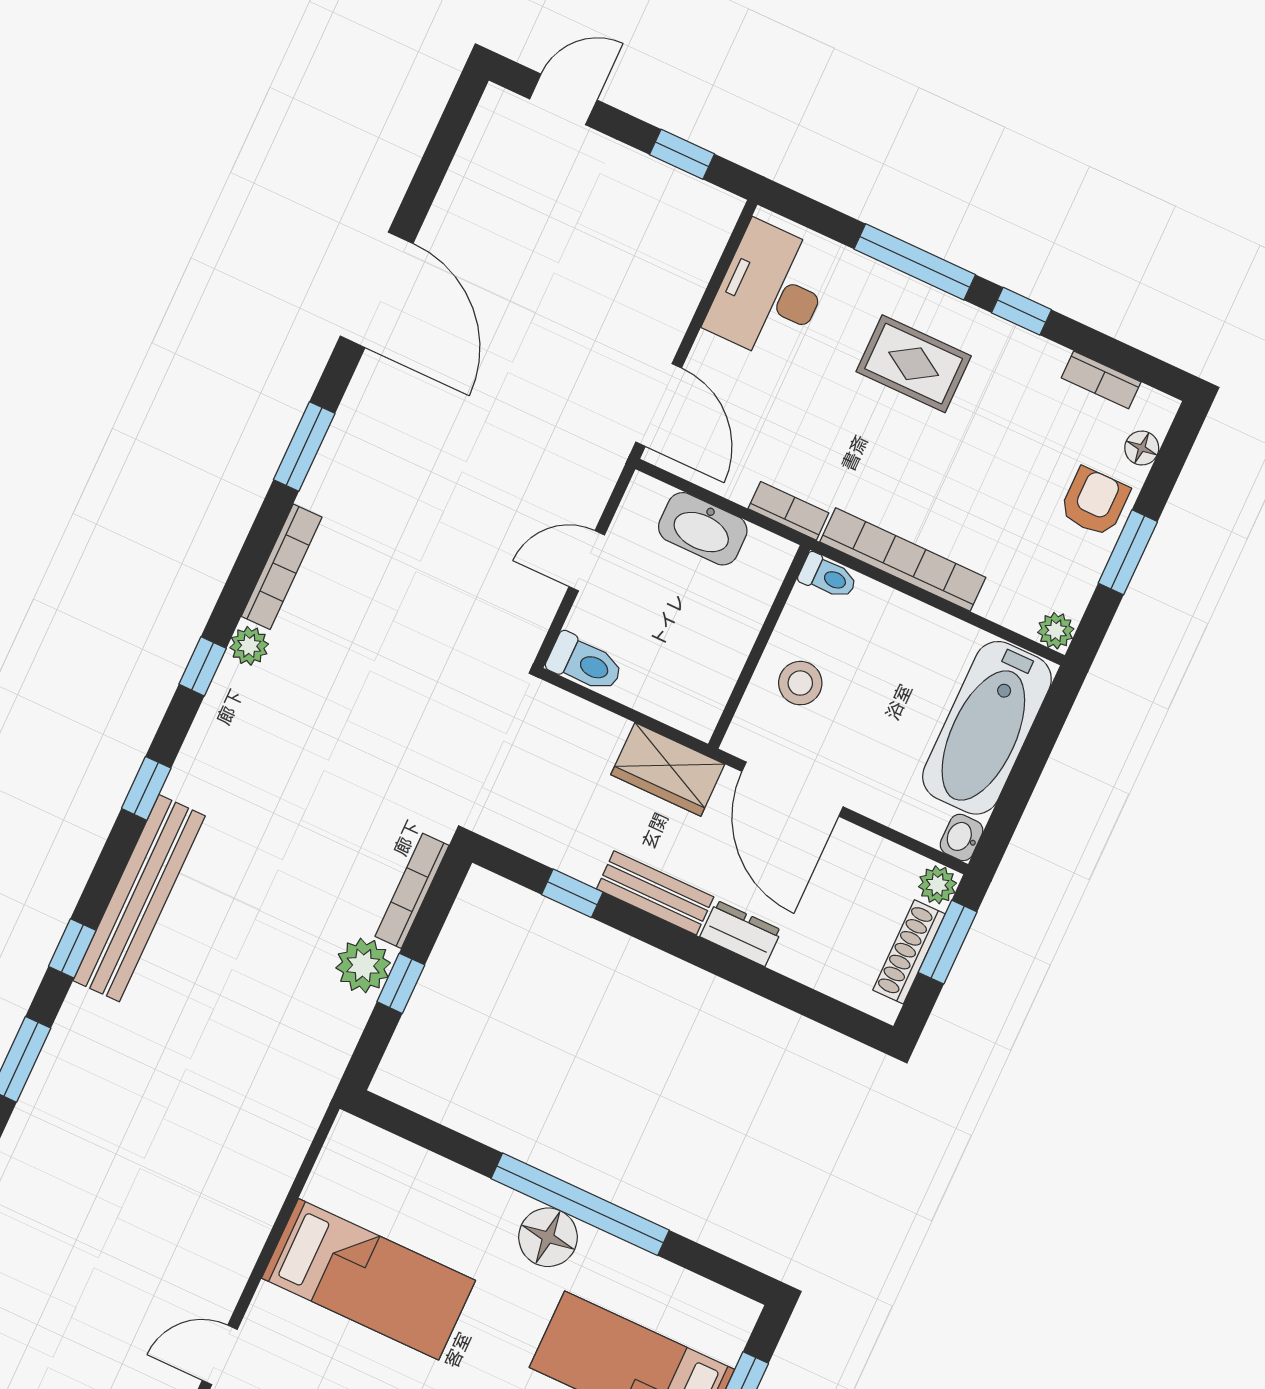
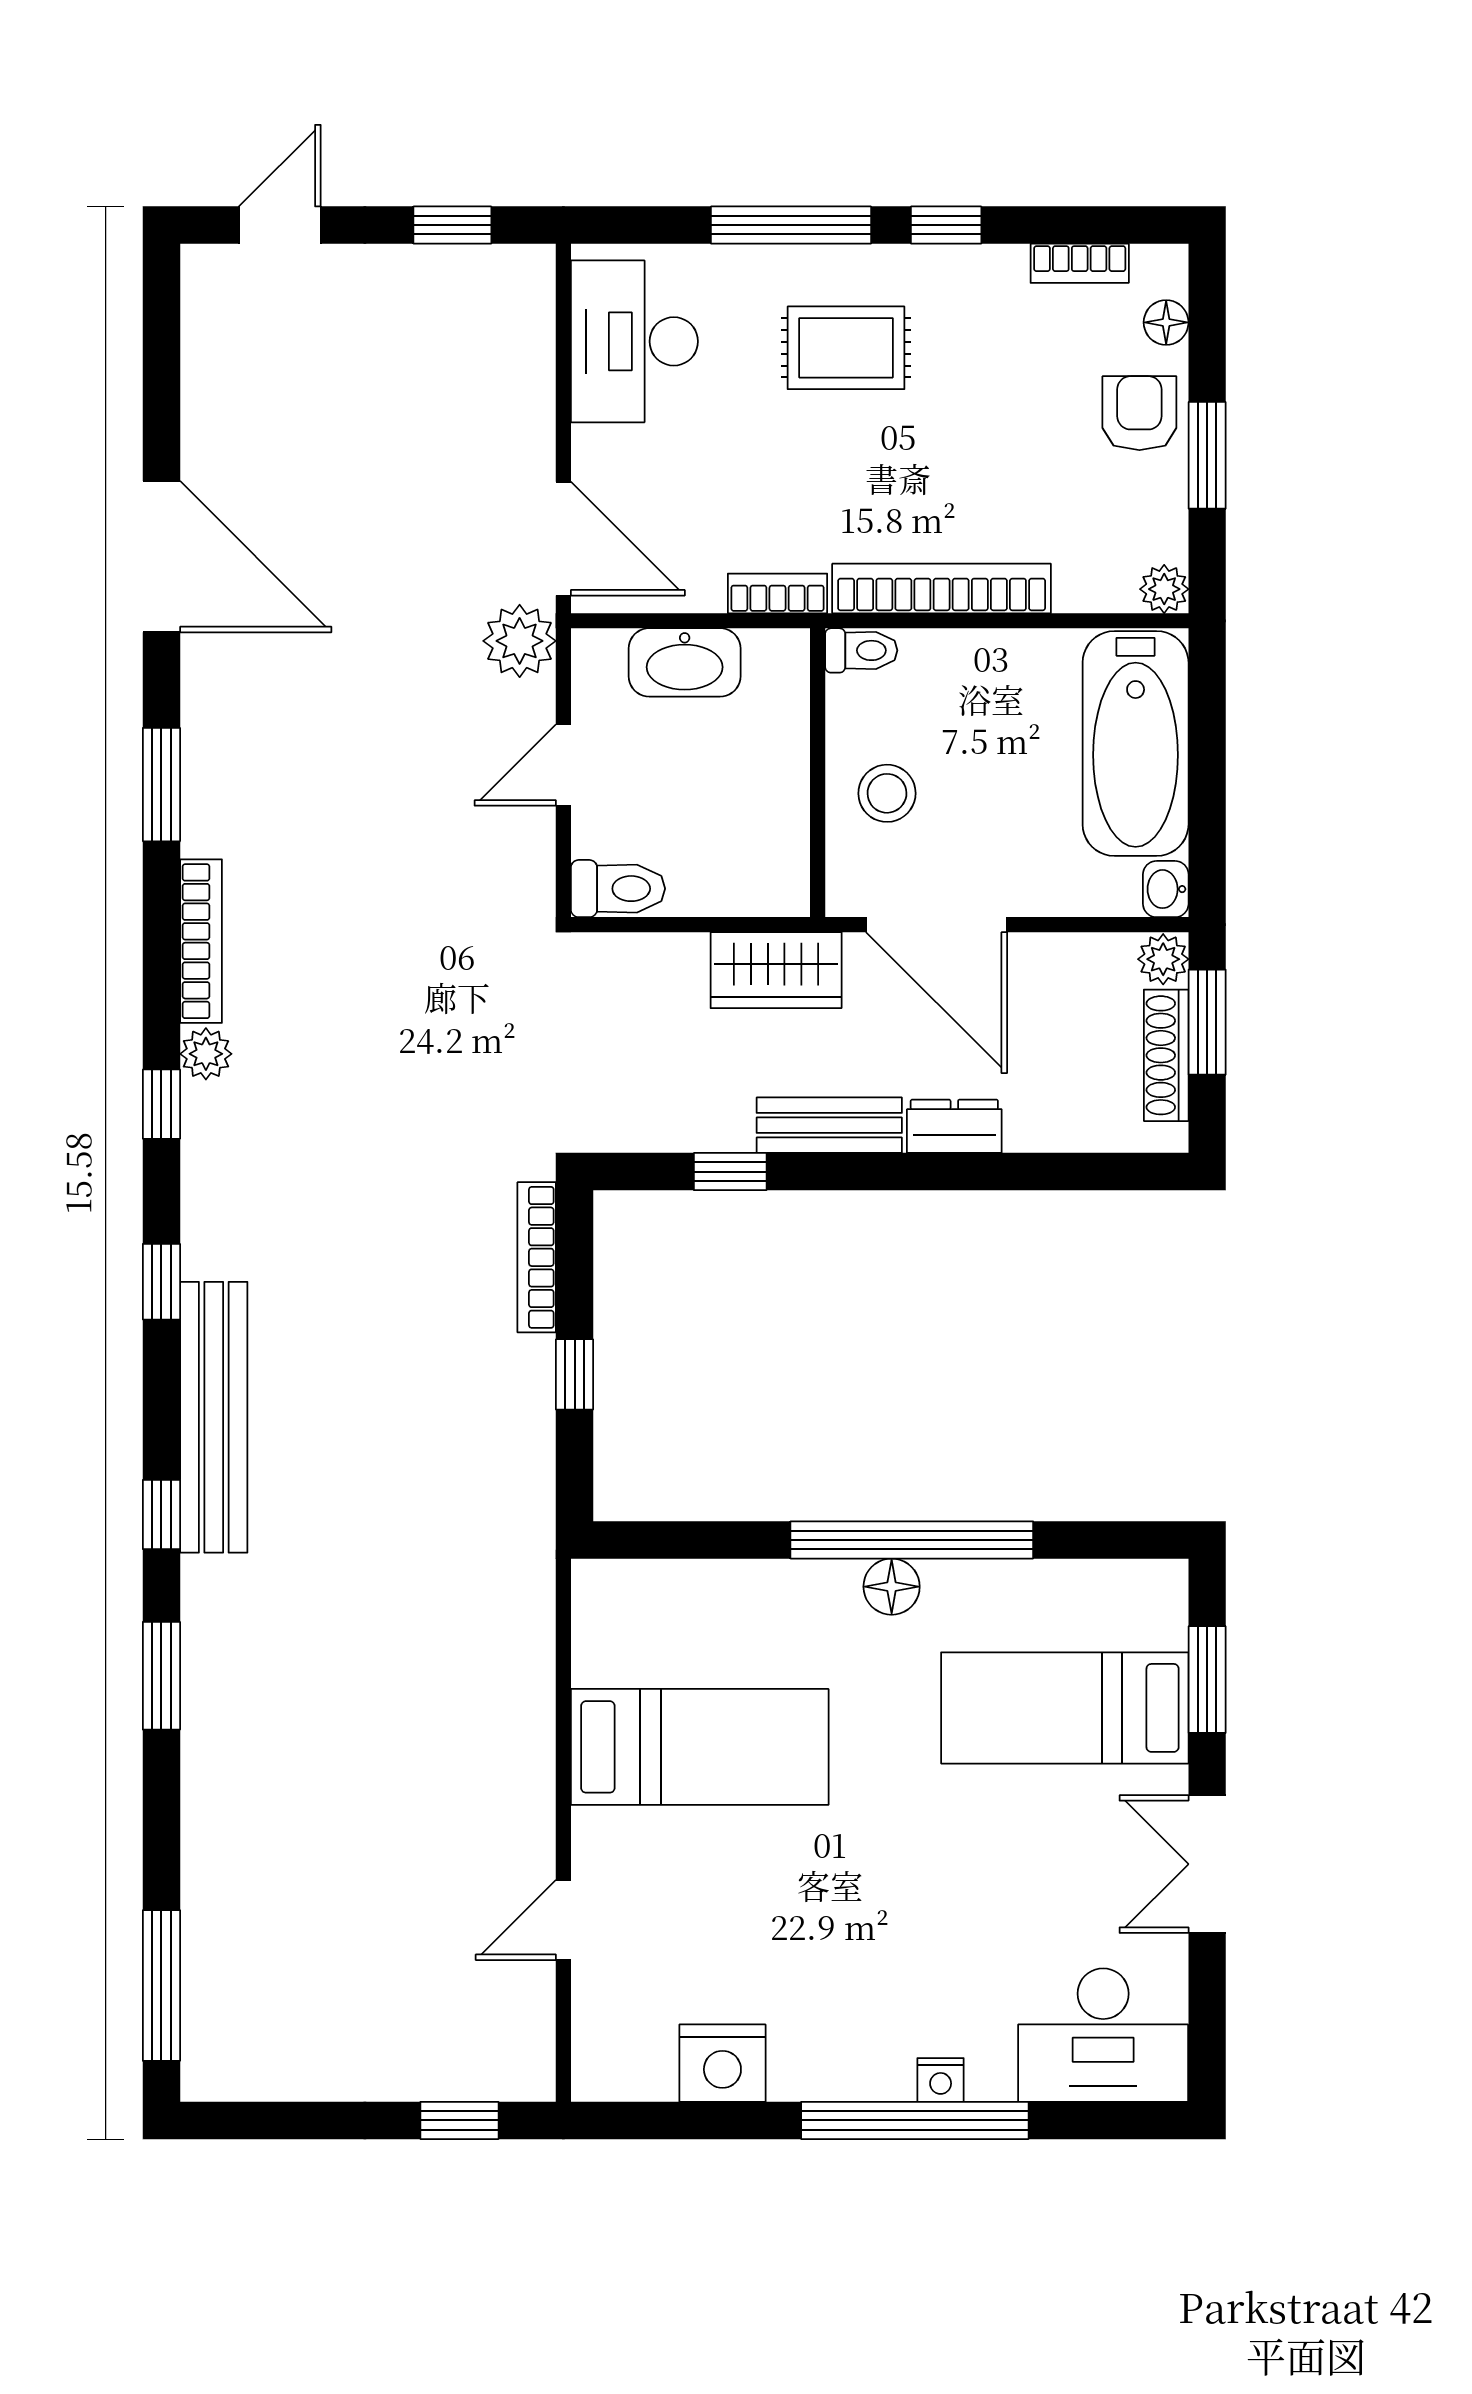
plant: (363, 965) -> (520, 641), moved
floor lamp: (548, 1237) -> (892, 1587), width x0.73, depth x0.73

